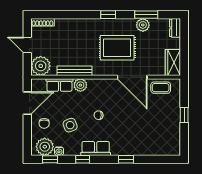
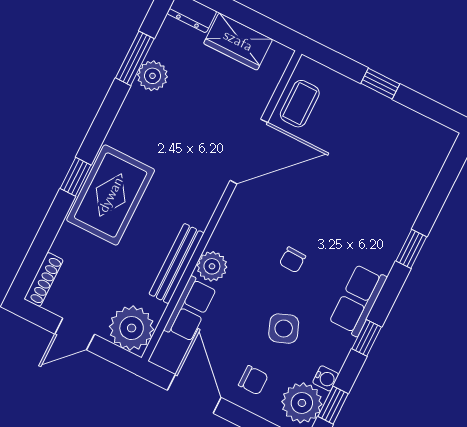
window: (108, 15) -> (76, 177), moved
rug: (117, 48) -> (111, 195), moved
wardrobe: (173, 63) -> (238, 41), moved

